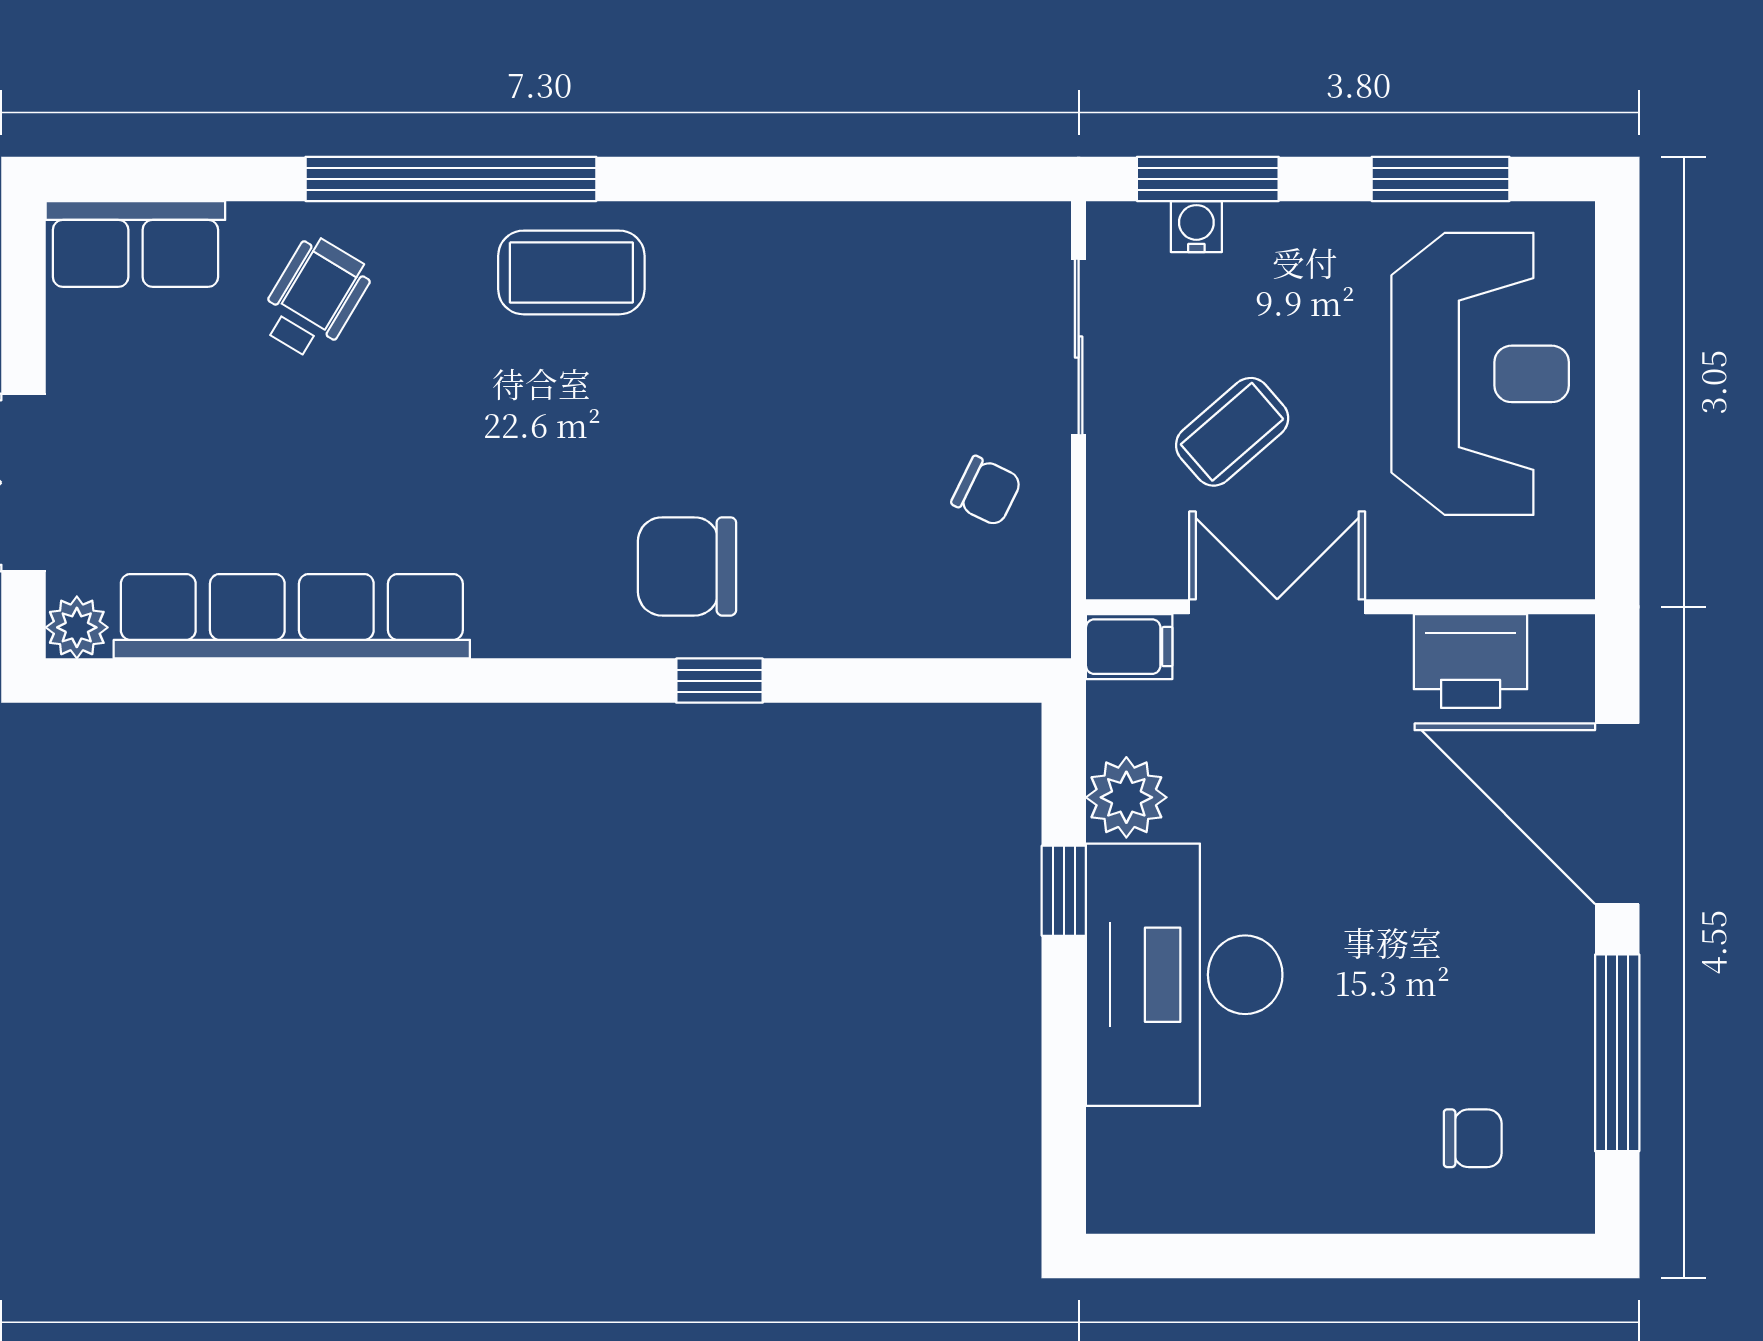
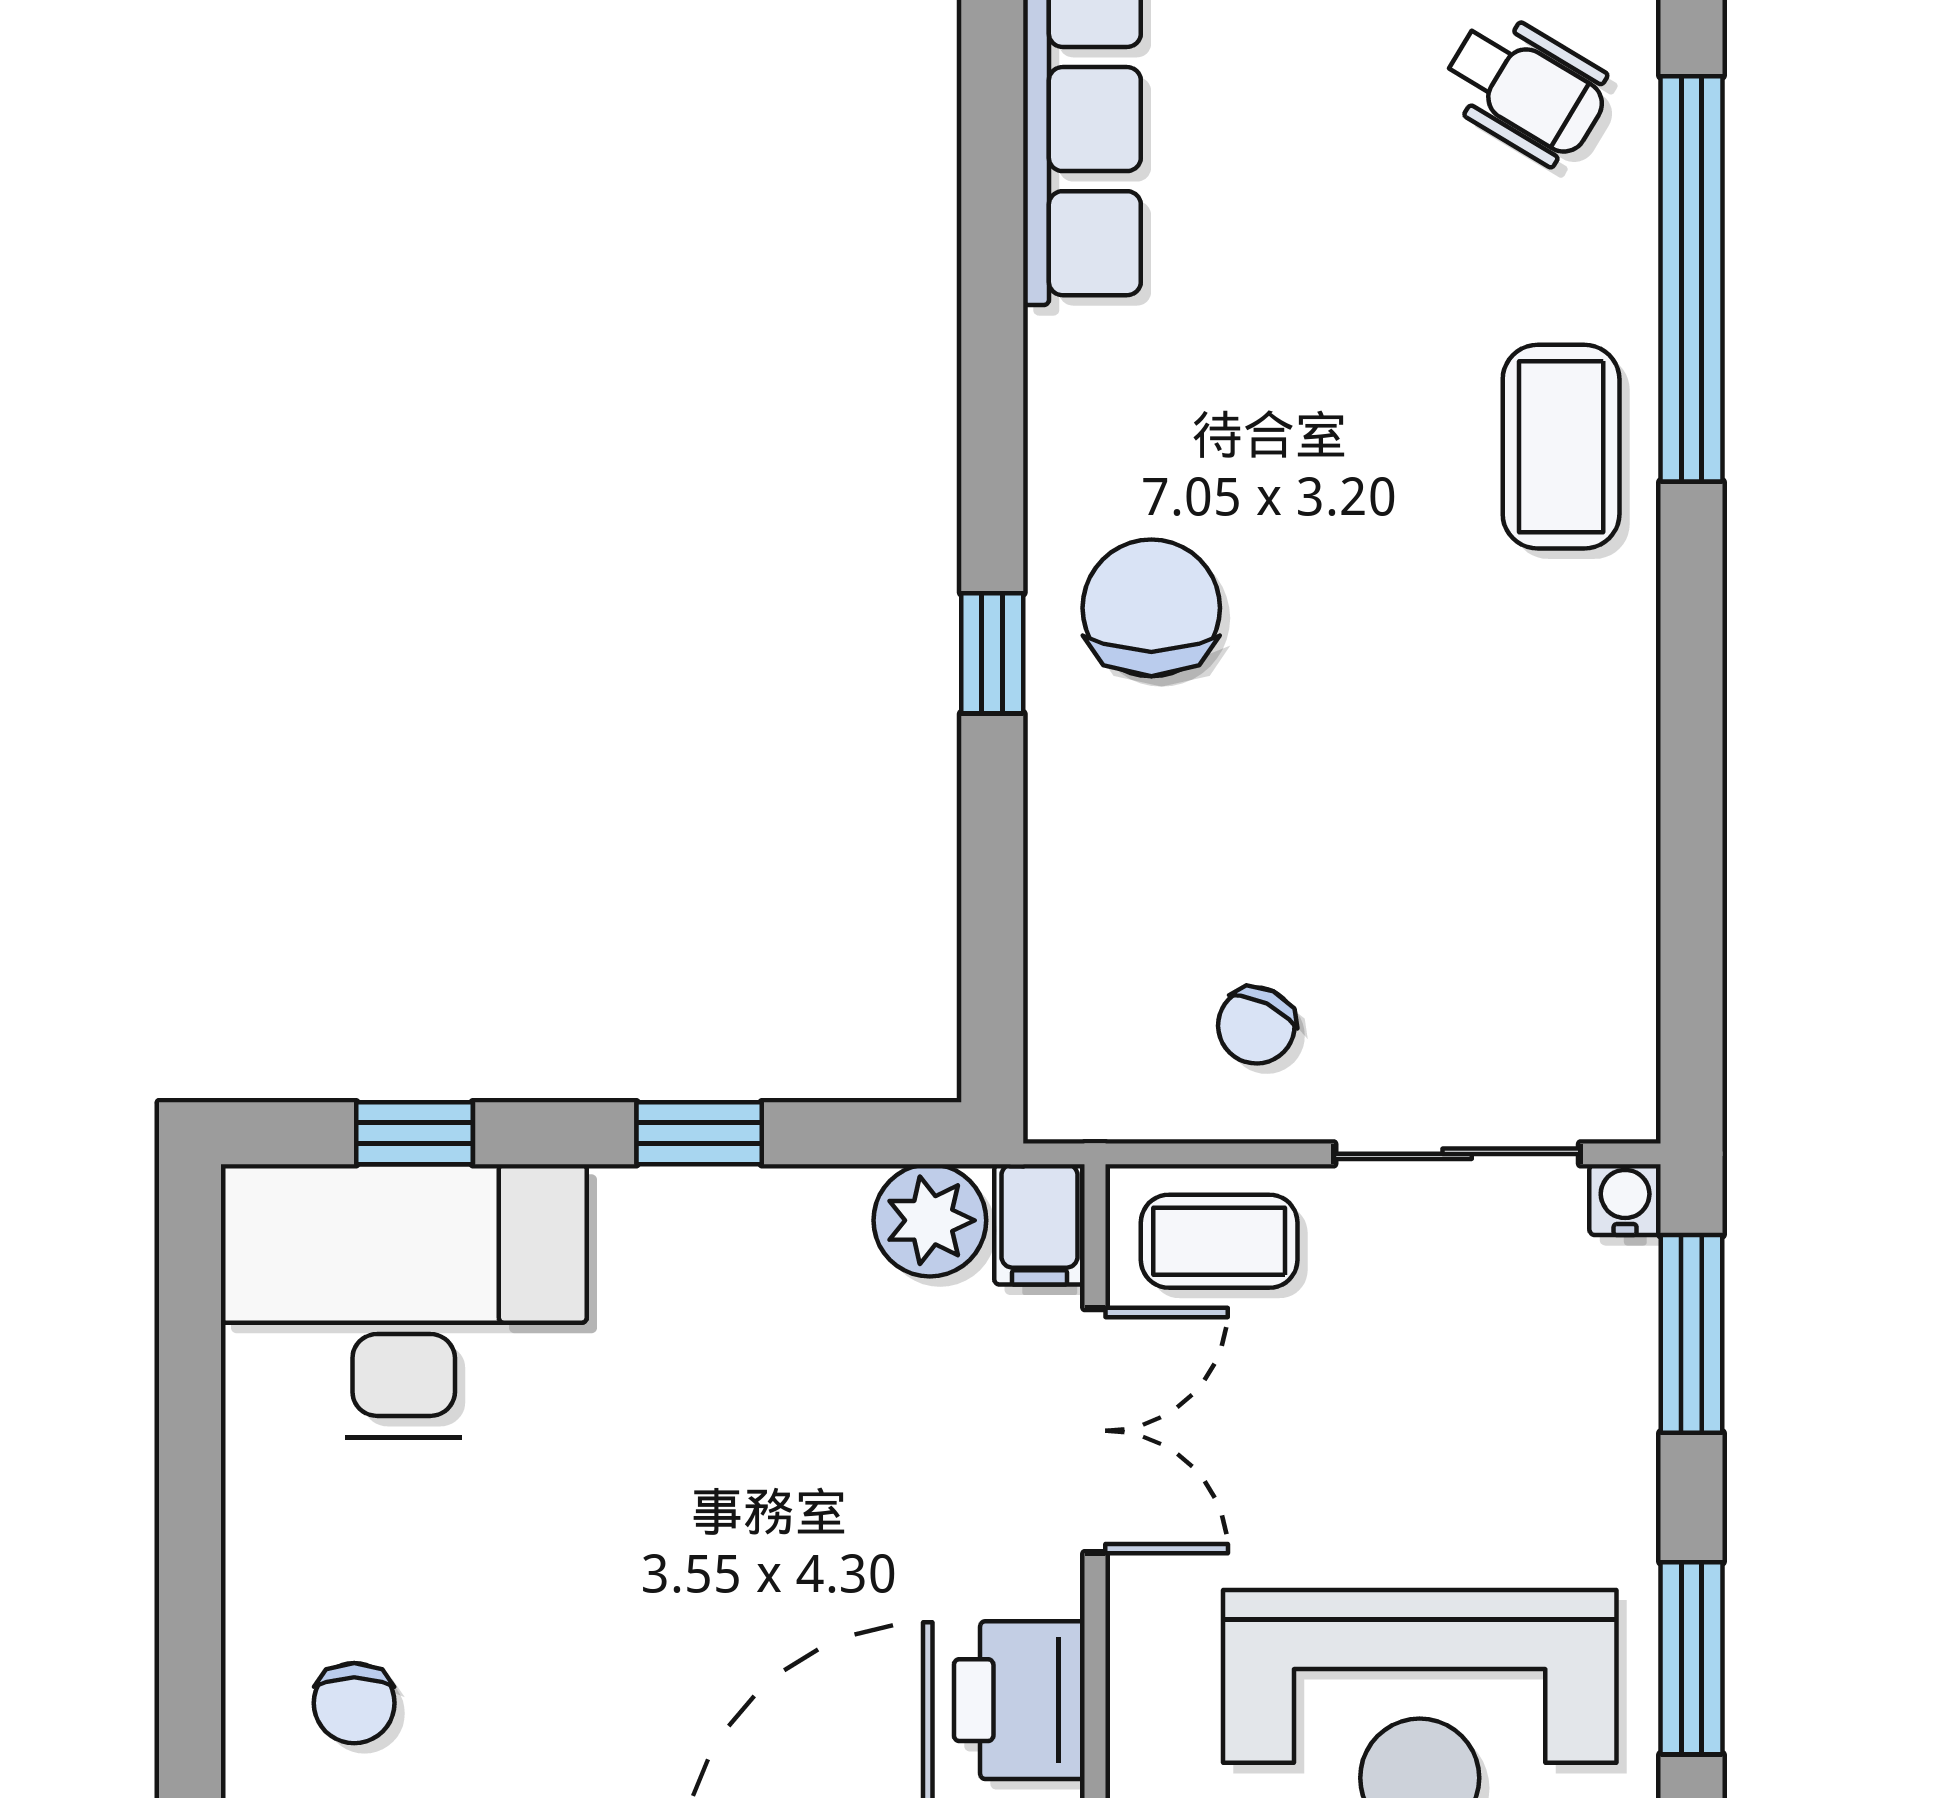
water cooler: (1196, 227) -> (1625, 1200), moved, turned -90
coffee table: (1232, 432) -> (1219, 1241), moved, turned -49
plant: (1126, 797) -> (930, 1220), moved
desk: (1184, 975) -> (404, 1301), moved
window: (1064, 1095) -> (414, 1133), added

